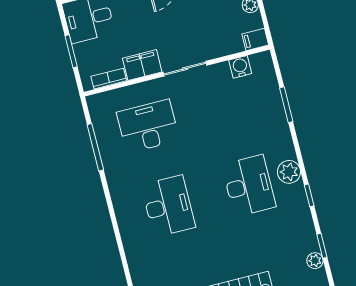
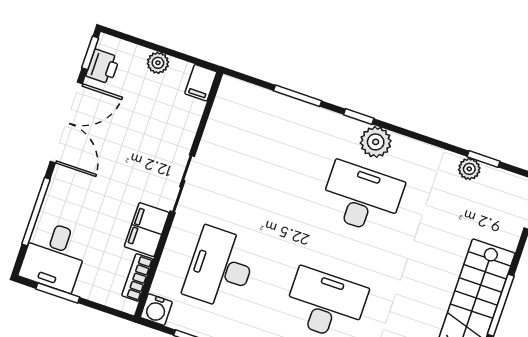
window: (71, 51) -> (58, 293), moved
water cooler: (240, 67) -> (156, 310), moved, turned -90
window: (309, 195) -> (359, 116), moved
plant: (315, 261) -> (469, 169), moved

